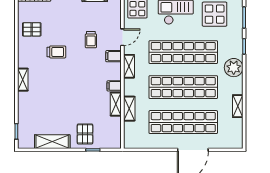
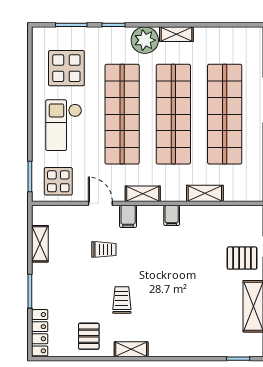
shelving: (23, 80) -> (131, 349), moved
shelving: (116, 104) -> (198, 213), removed
shelving: (238, 106) -> (176, 34), moved

